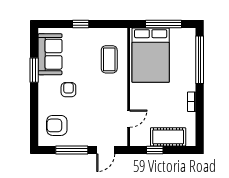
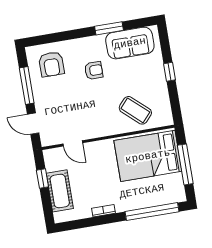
coffee table: (109, 59) -> (135, 110), turned 42
armchair: (57, 125) -> (51, 64), turned 180

